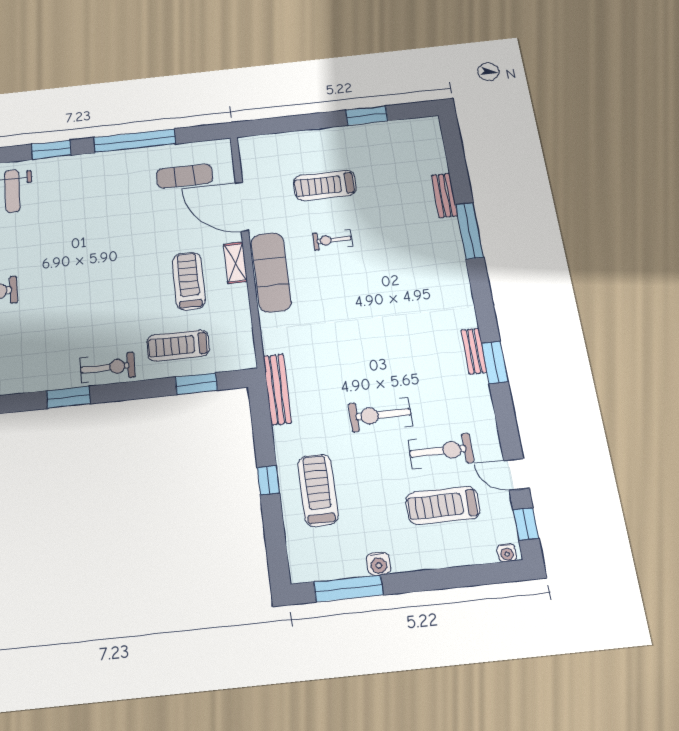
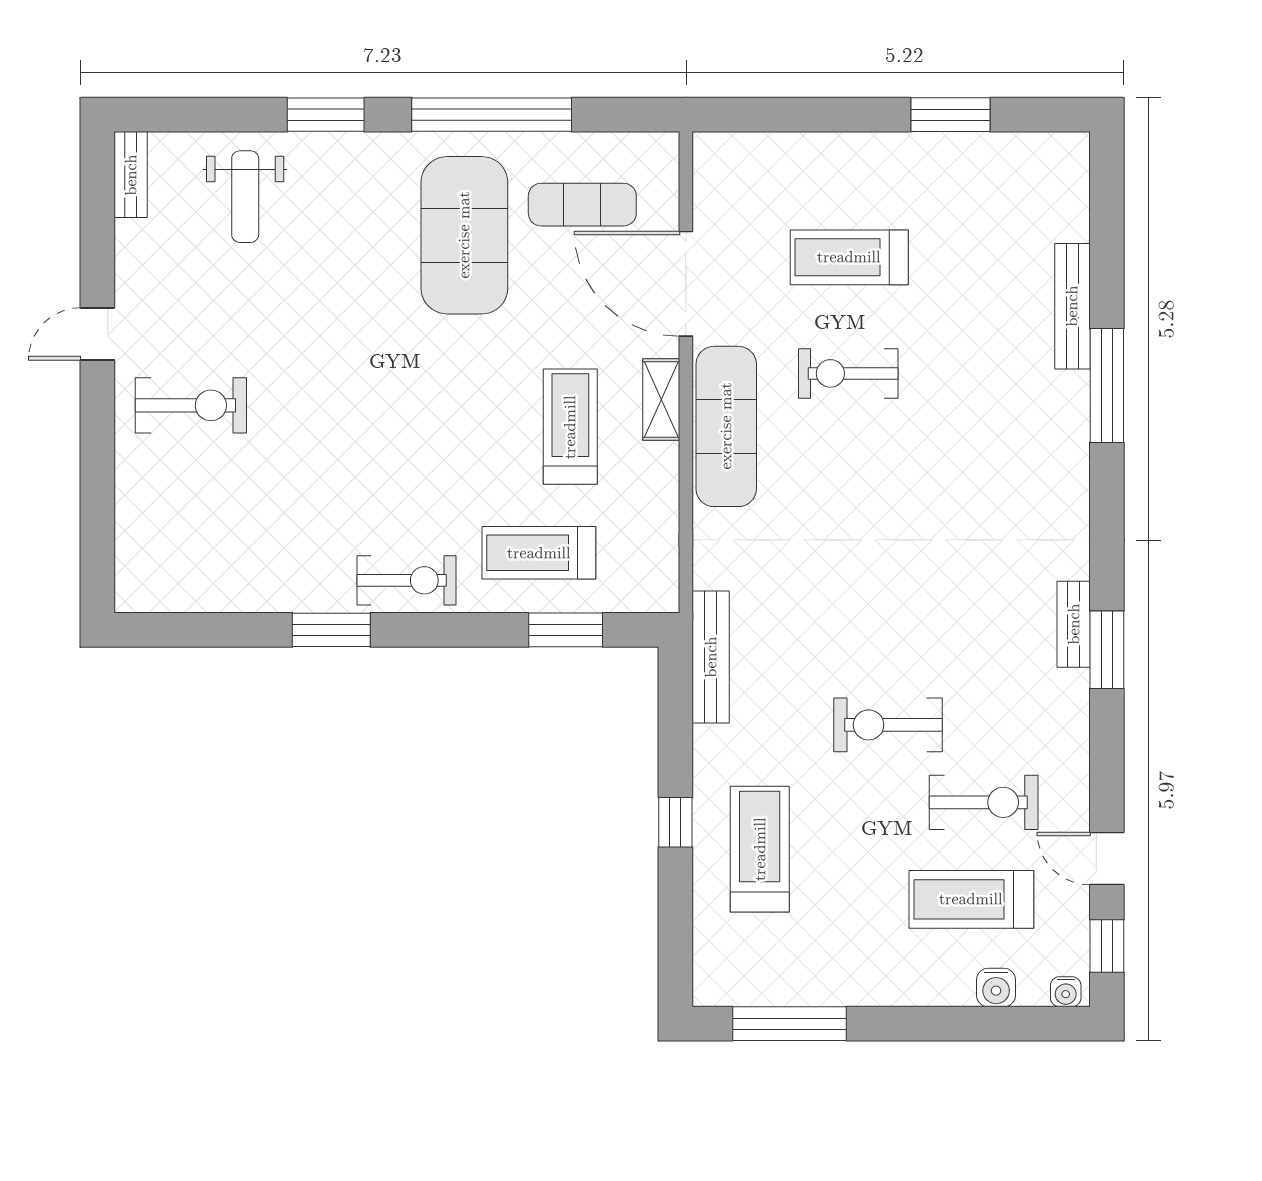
bench: (444, 195) -> (1072, 306), width x1.36
exercise mat: (125, 197) -> (464, 235), added
exercise bike: (332, 240) -> (848, 373), width x1.38, depth x1.39
water cooler: (378, 564) -> (996, 988), moved

